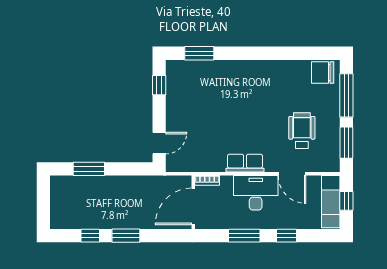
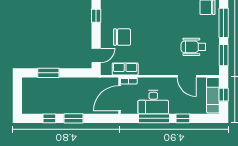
chair: (197, 116) -> (122, 37), added
wheelchair: (302, 131) -> (193, 47), turned -90
row of seats: (245, 163) -> (125, 69), moved
desk: (256, 193) -> (153, 102), moved, turned 180
window: (244, 236) -> (154, 118), width x1.44

